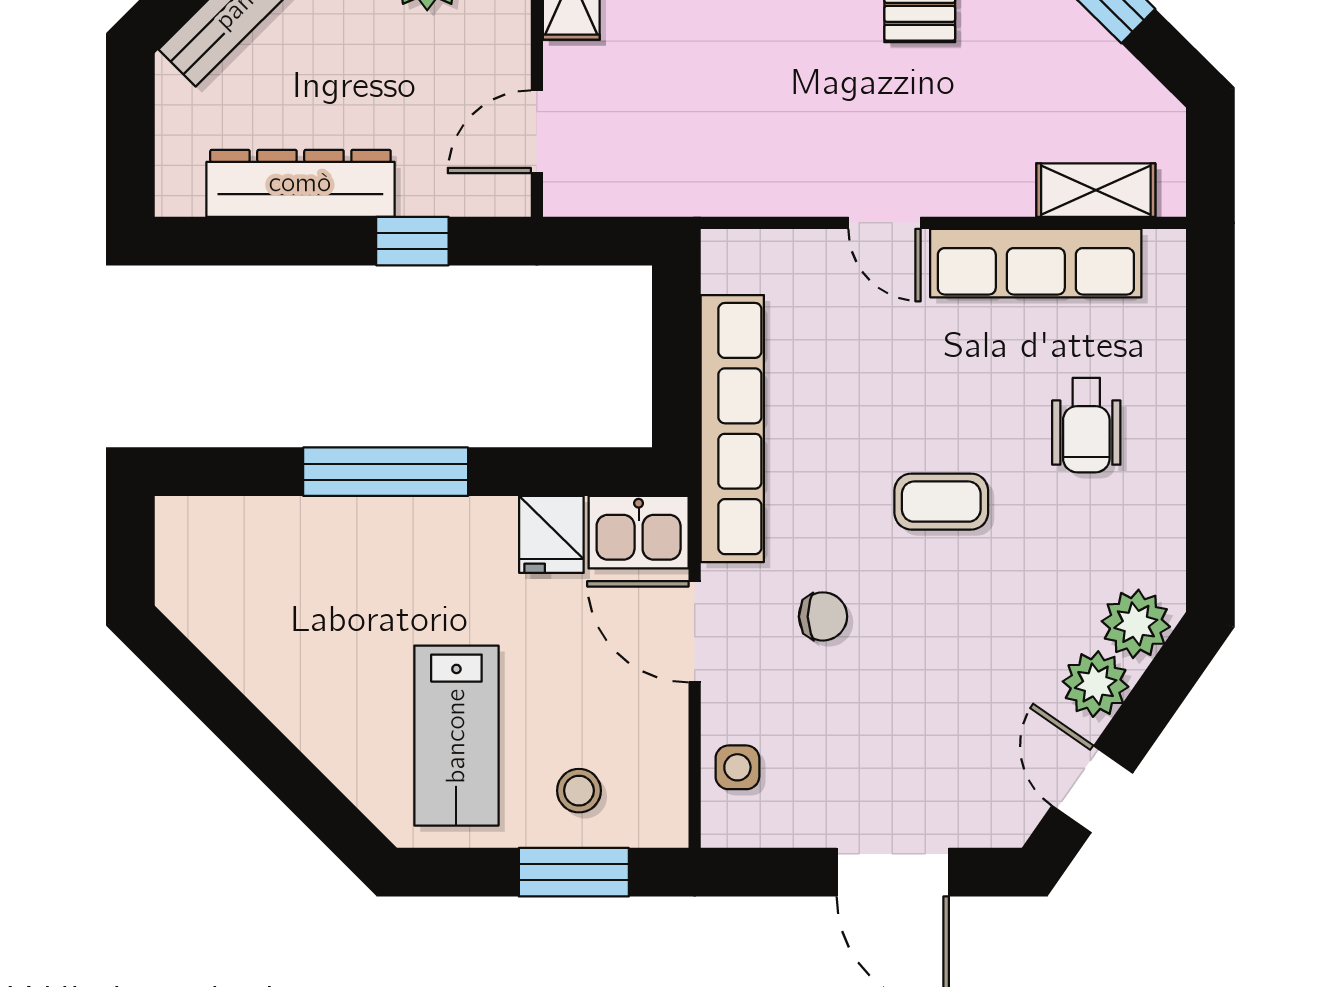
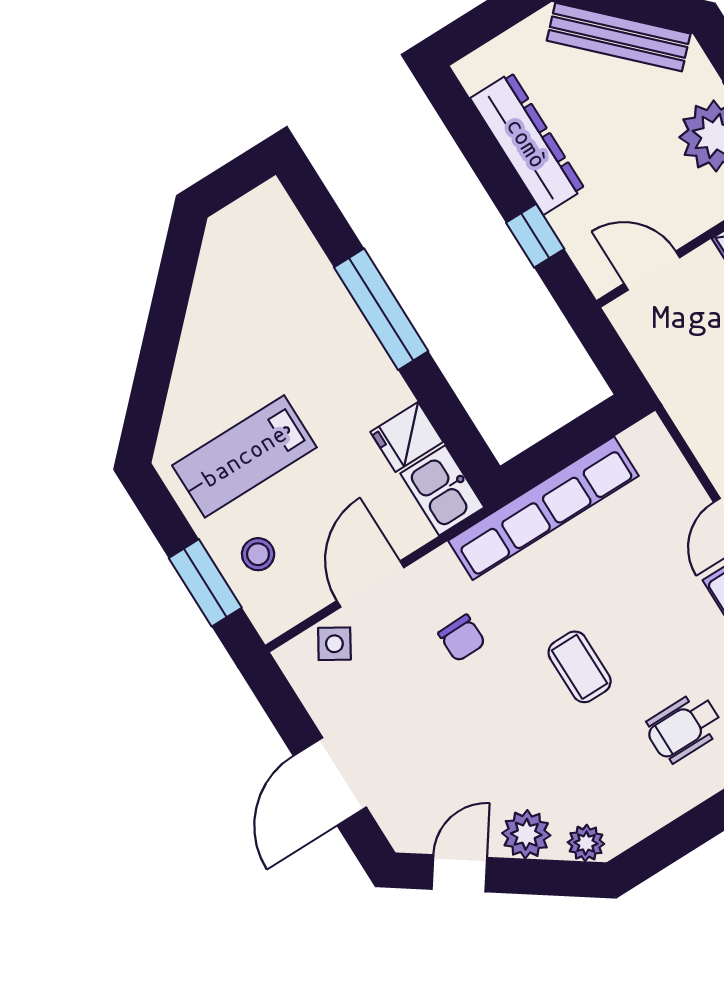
plant: (1136, 624) -> (586, 843), width x0.73, depth x0.73
door: (695, 632) -> (370, 584), moved
side table: (737, 767) -> (334, 644), turned 31

